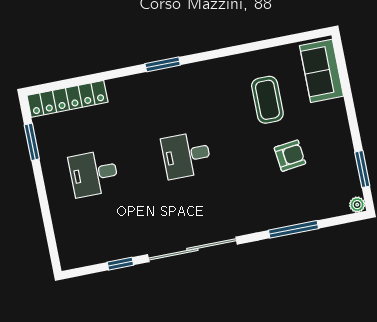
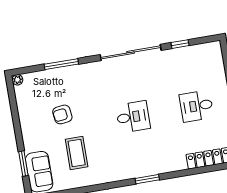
window: (362, 169) -> (23, 164), moved
desk: (94, 173) -> (196, 106), turned 180

